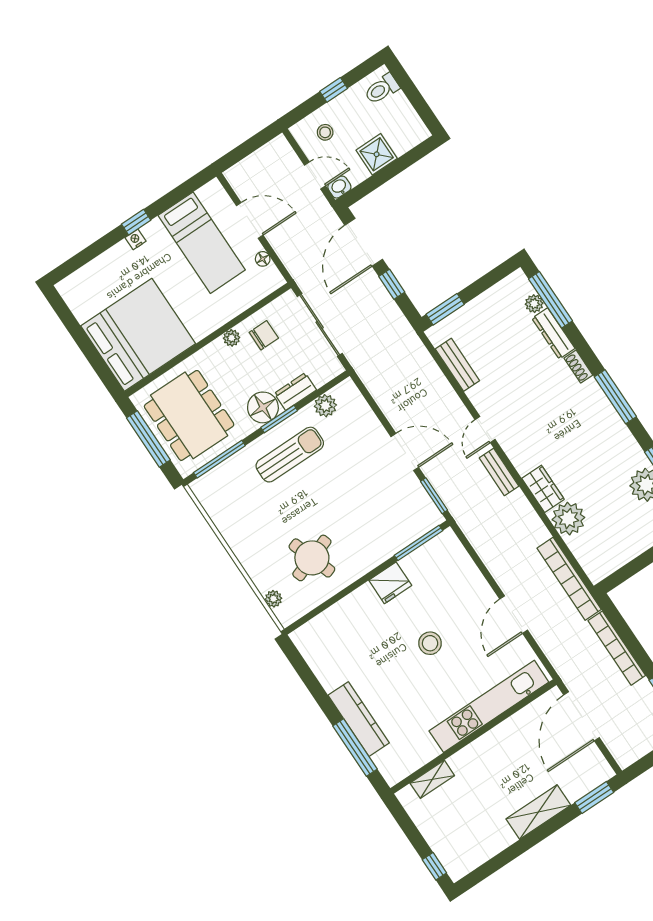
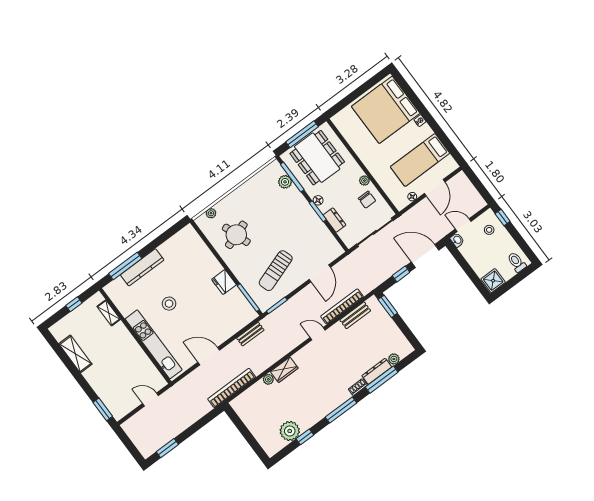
window: (334, 90) -> (503, 218), moved
shower: (377, 154) -> (493, 281), moved
door: (315, 176) -> (463, 225), swing flipped
window: (136, 222) -> (430, 120), removed
window: (550, 300) -> (382, 380), moved
bed: (138, 335) -> (386, 110), moved, turned 90
plant: (325, 406) -> (285, 182), moved
floor lamp: (263, 407) -> (318, 200), width x0.53, depth x0.53
dining table: (189, 415) -> (317, 158), turned 90
door: (405, 452) -> (320, 273), moved
sun lounger: (290, 455) -> (276, 271), moved, turned 71
bench: (499, 472) -> (250, 334), moved
plant: (568, 519) -> (268, 379), width x0.53, depth x0.53
stool: (430, 643) -> (169, 304), moved
bookcase: (617, 648) -> (342, 306), moved
door: (582, 716) -> (151, 400), width x0.53
shelving: (538, 812) -> (75, 354), moved
window: (434, 866) -> (74, 304), moved

